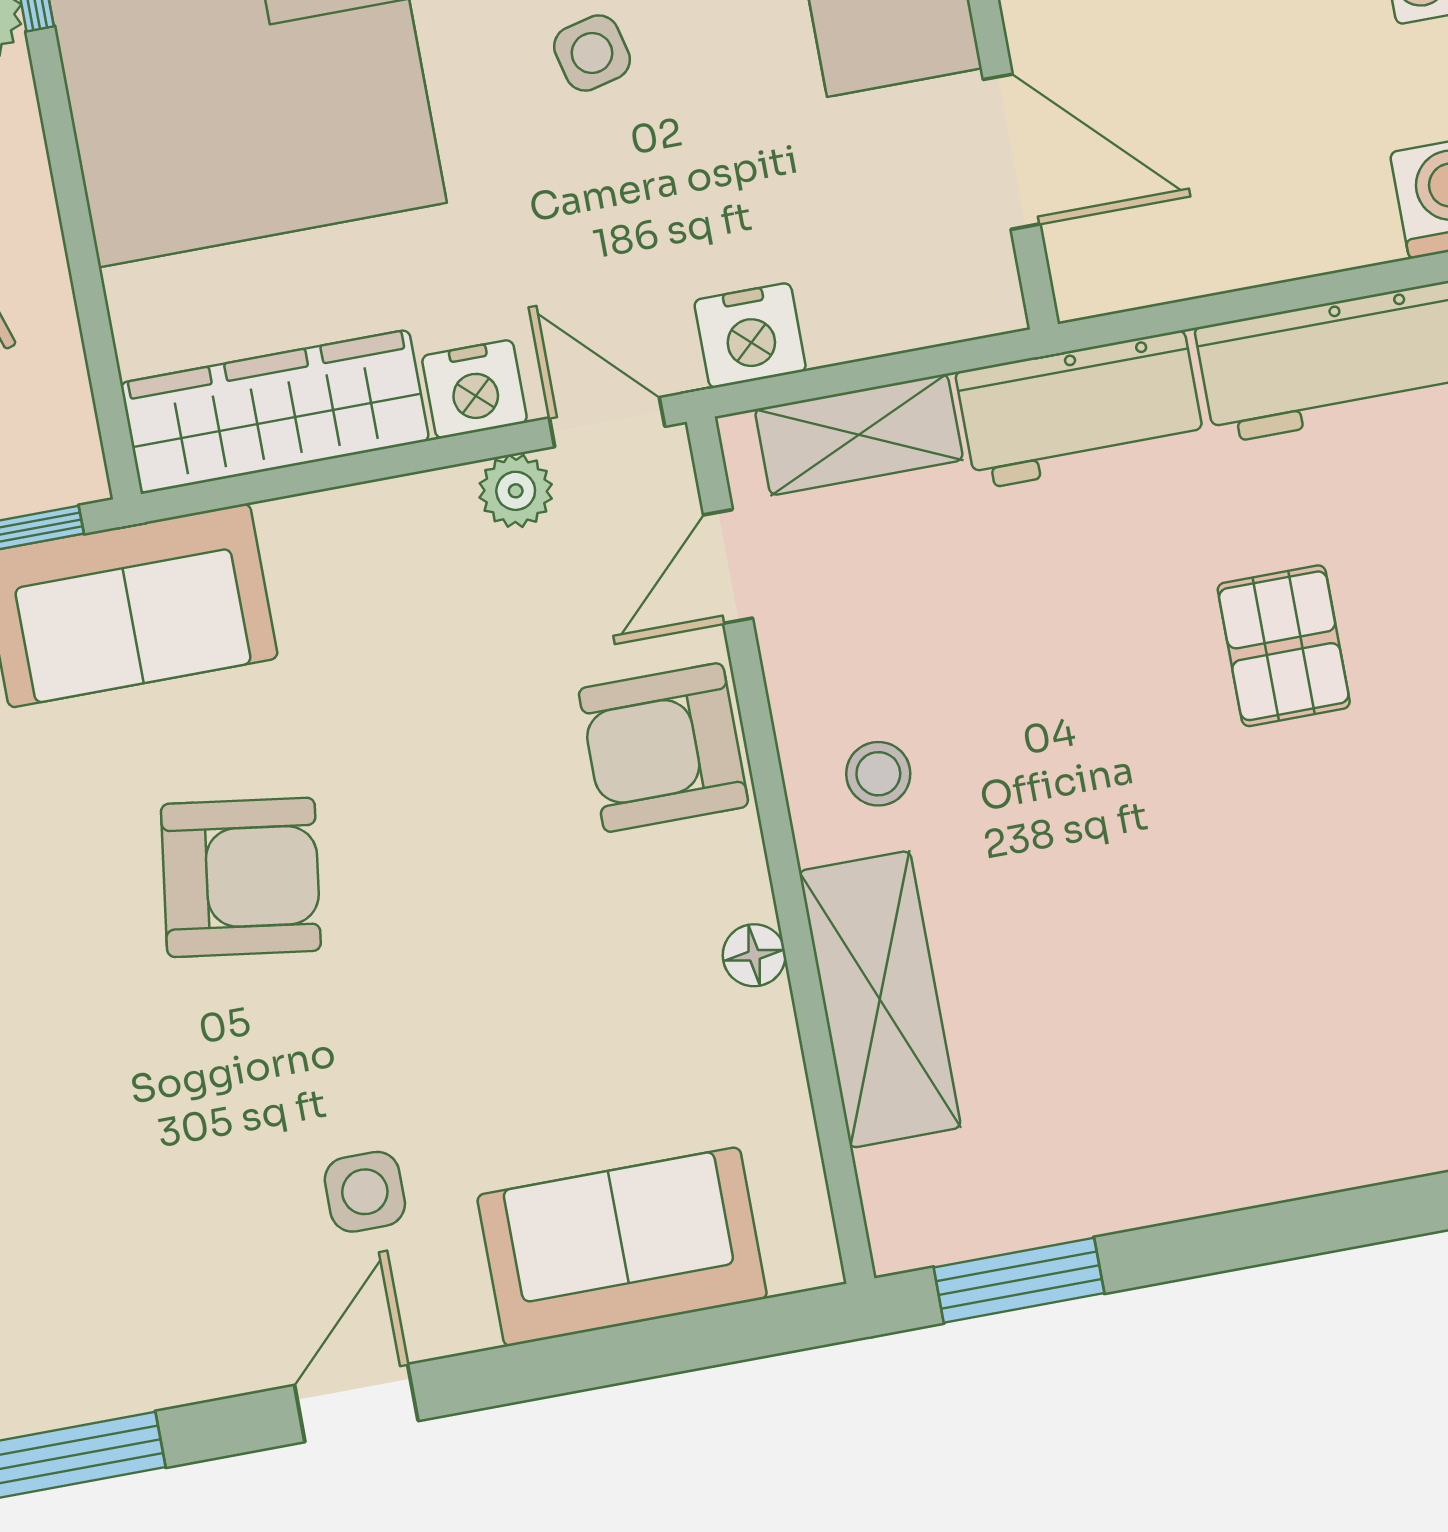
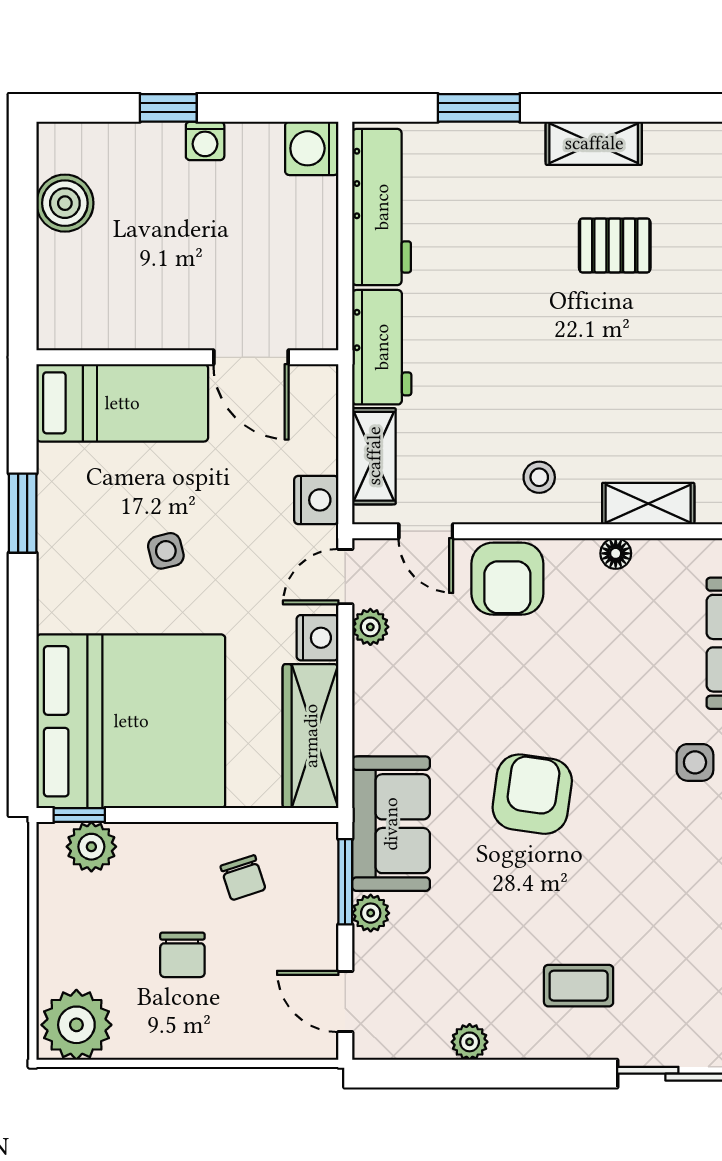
door: (1012, 152) -> (251, 357), swing flipped
pallet: (1284, 646) -> (615, 245), moved
shelving: (880, 999) -> (648, 504), width x0.67, depth x0.75

